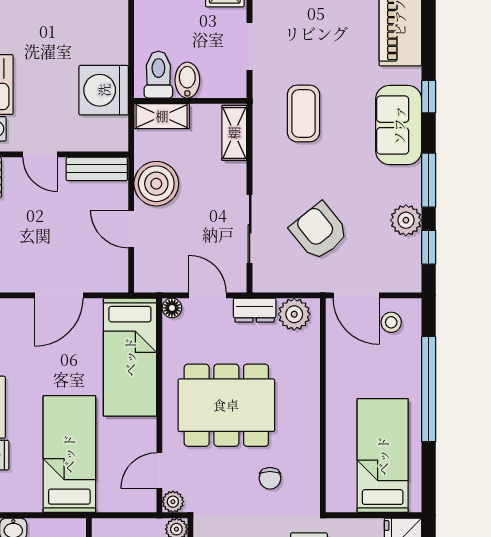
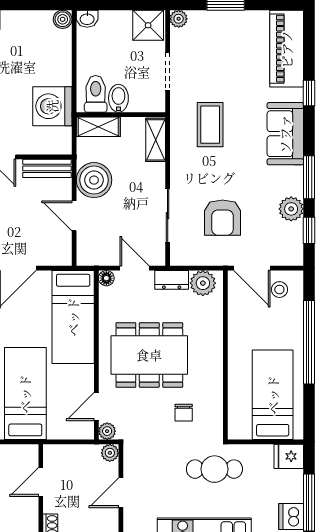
window: (429, 97) -> (309, 93), moved
armchair: (319, 231) -> (223, 218), turned -141

